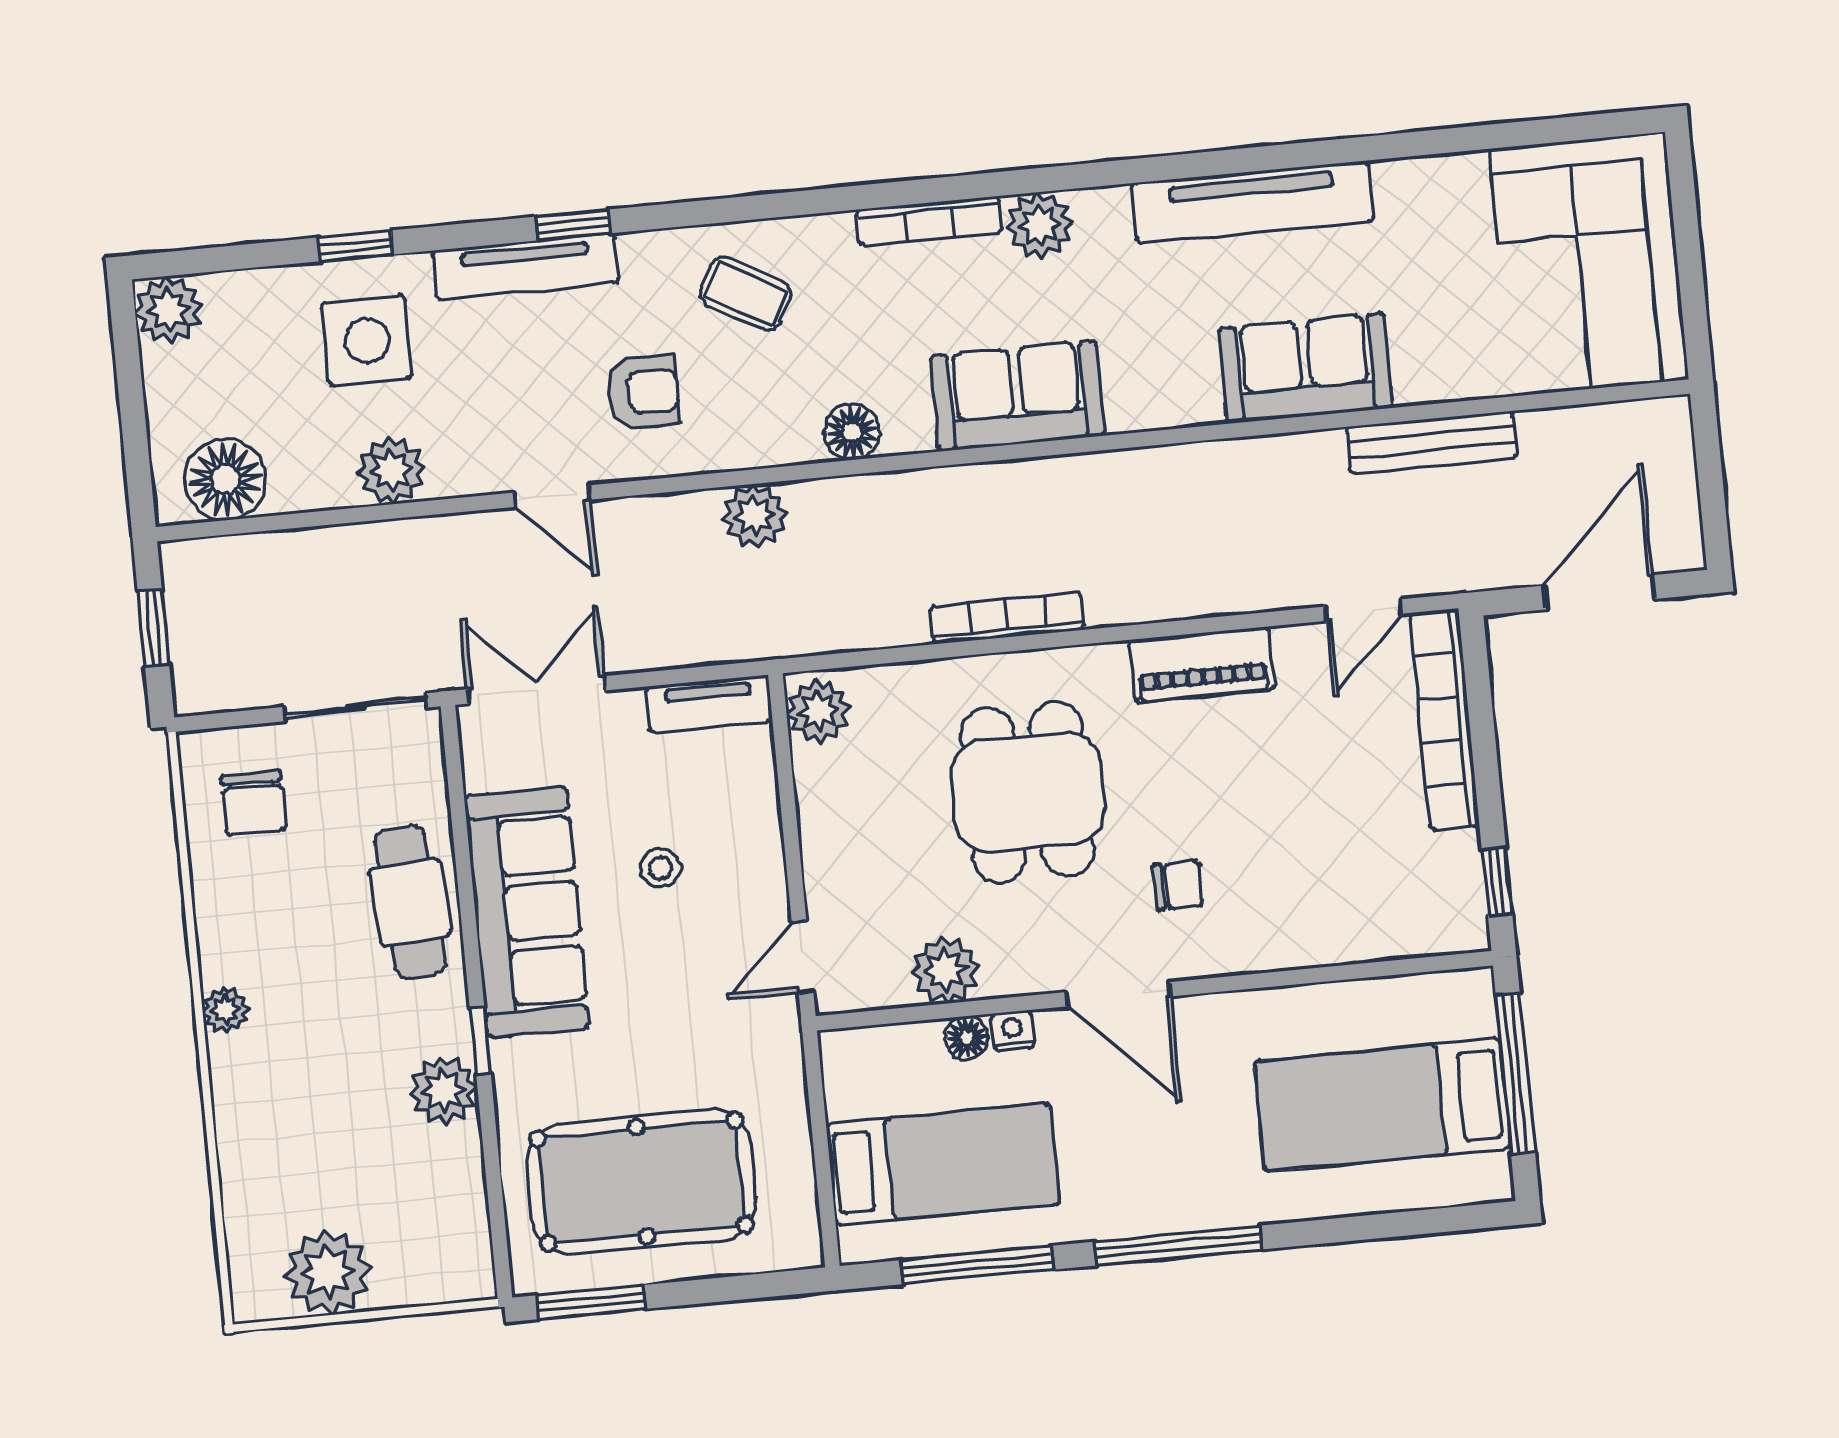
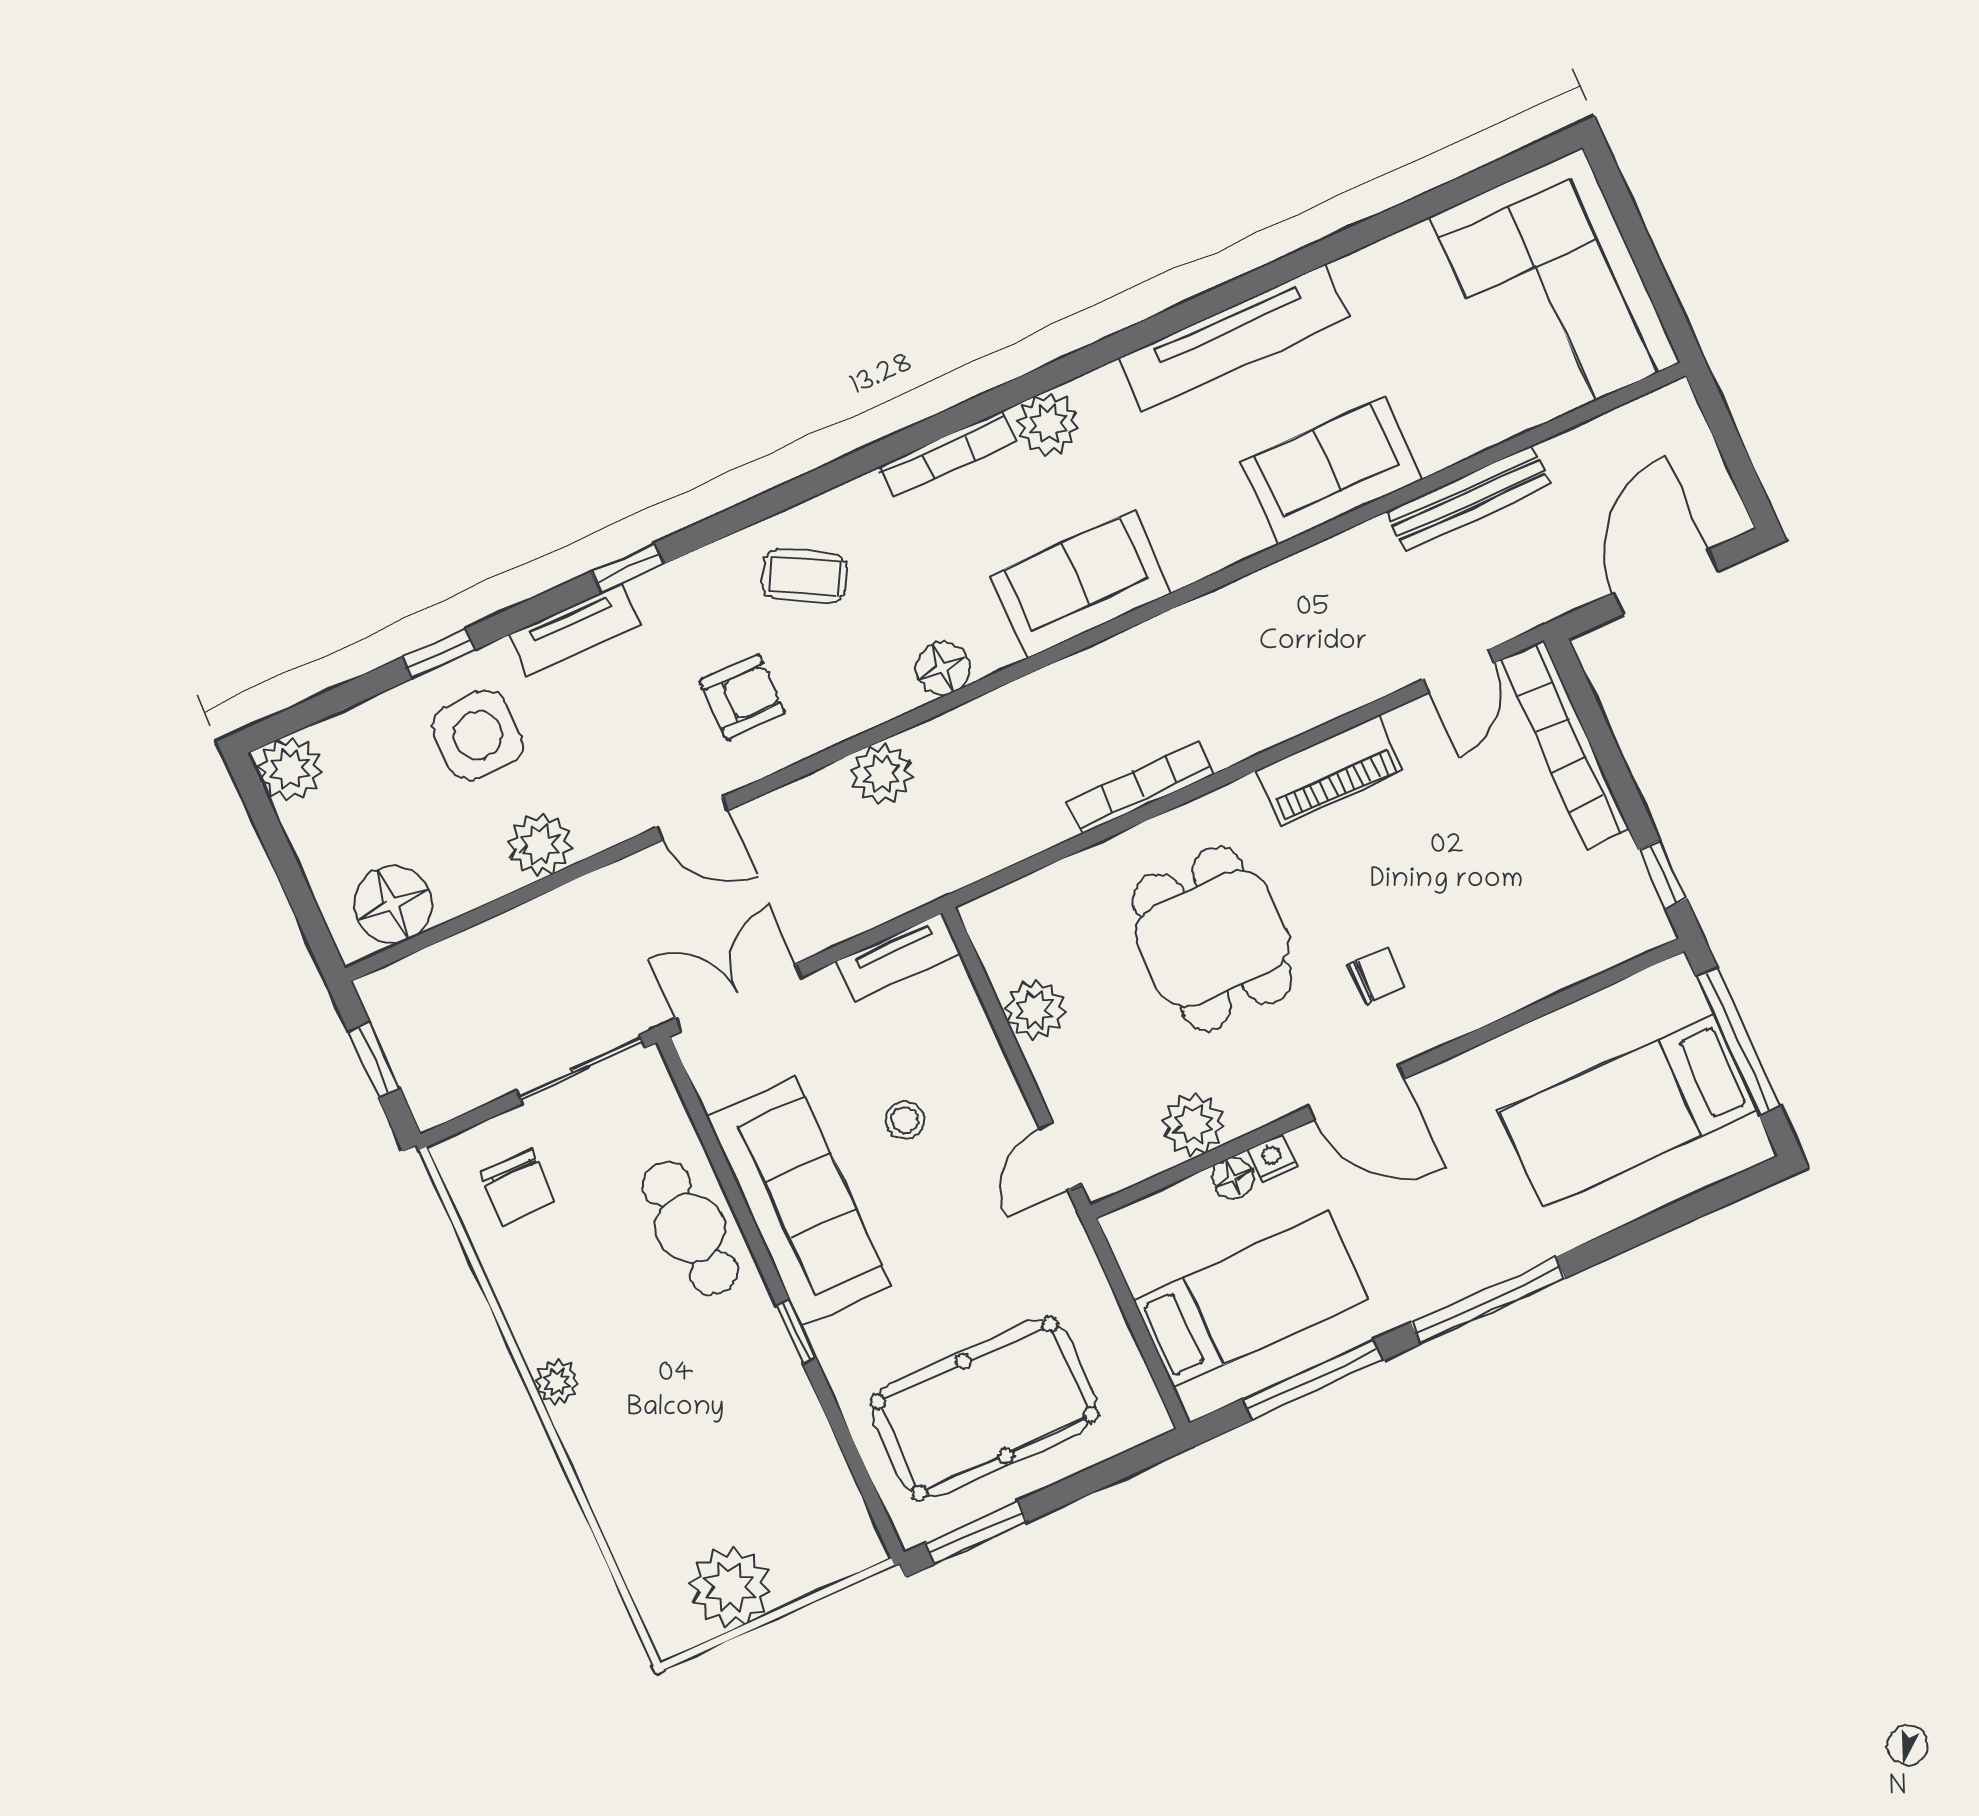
tv unit: (526, 267) -> (575, 630), width x0.71
plant: (818, 711) -> (1035, 1010), moved
plant: (444, 1090) -> (778, 1387), removed

